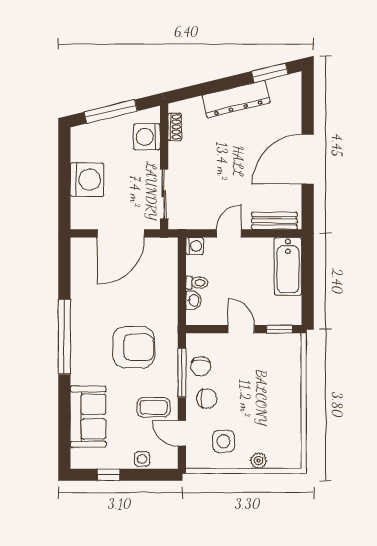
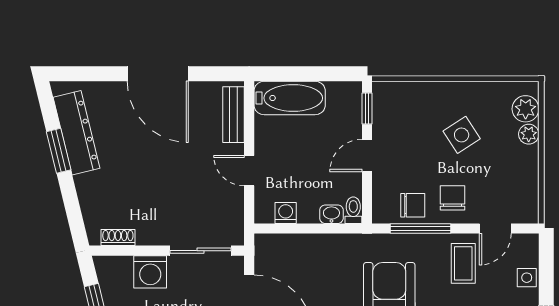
window: (270, 73) -> (59, 151), moved
dresser: (236, 99) -> (77, 133), moved
washing machine: (147, 137) -> (150, 272), moved
washing machine: (195, 246) -> (286, 213), moved
toilet: (197, 283) -> (353, 210), moved
side table: (223, 441) -> (462, 135), moved, turned -33
plant: (279, 458) -> (526, 109), added

